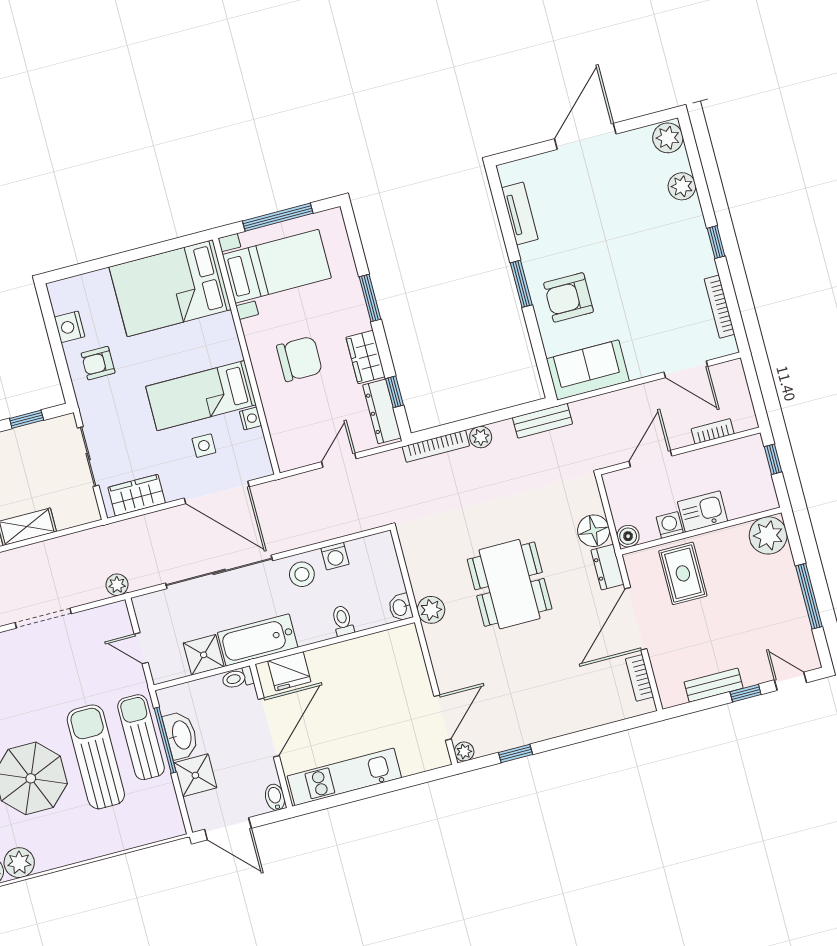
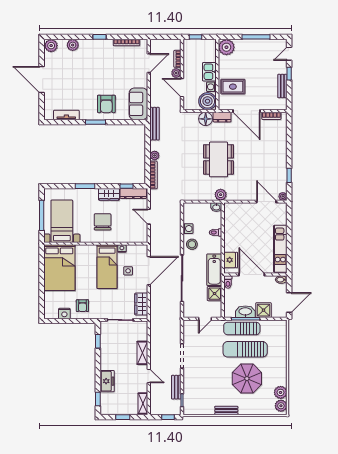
bench: (542, 421) -> (155, 124), width x1.36
boiler: (628, 536) -> (207, 101), width x1.86, depth x1.86
dining table: (510, 584) -> (219, 159), turned 90
plant: (117, 585) -> (176, 73), moved

